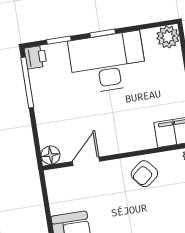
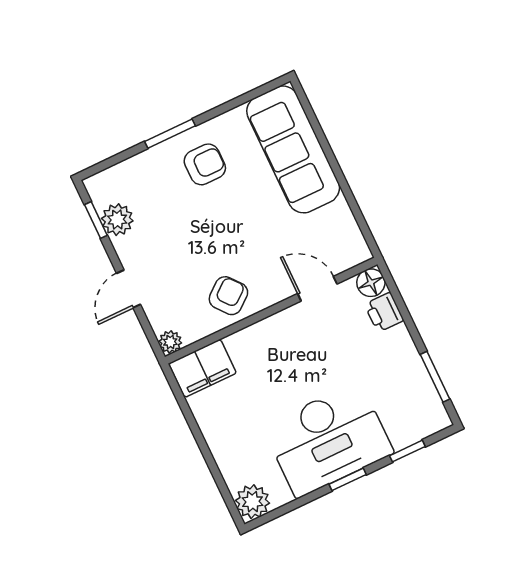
printer: (35, 57) -> (384, 312), moved
window: (27, 83) -> (435, 377), width x0.69
door: (86, 161) -> (317, 289), swing flipped

